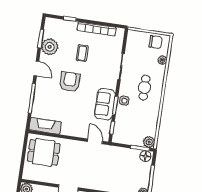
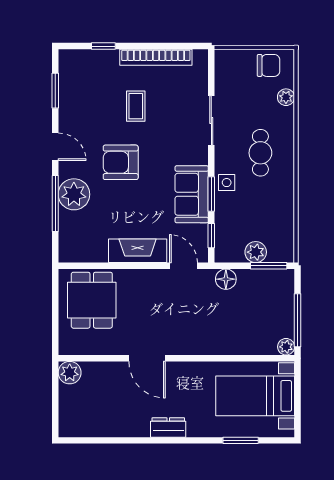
plant: (50, 47) -> (74, 194), moved
armchair: (70, 82) -> (121, 162), turned -90
fireplace: (45, 126) -> (138, 251), moved
plant: (149, 142) -> (256, 252), moved
dining table: (44, 152) -> (92, 300), turned 90
floor lamp: (145, 156) -> (226, 279), moved

